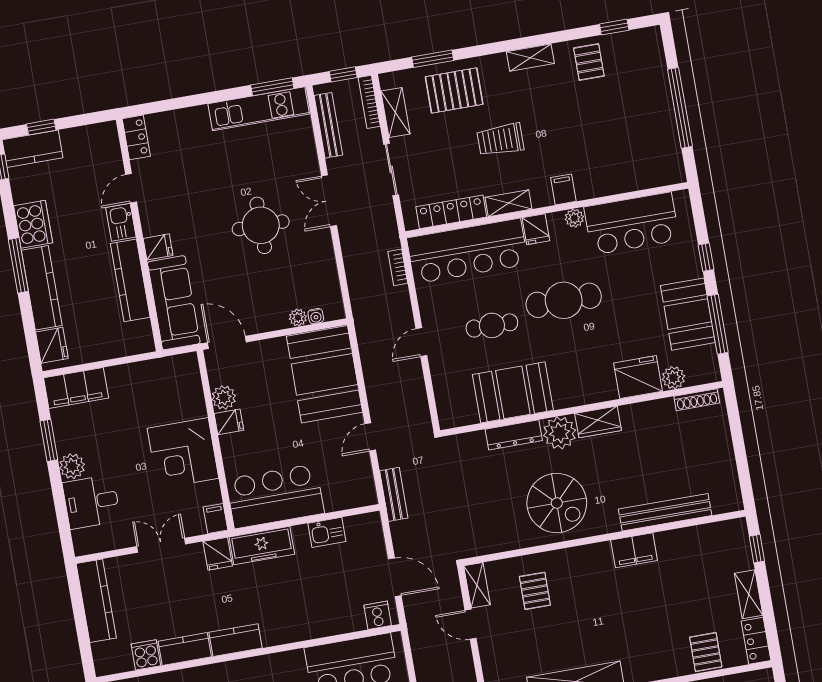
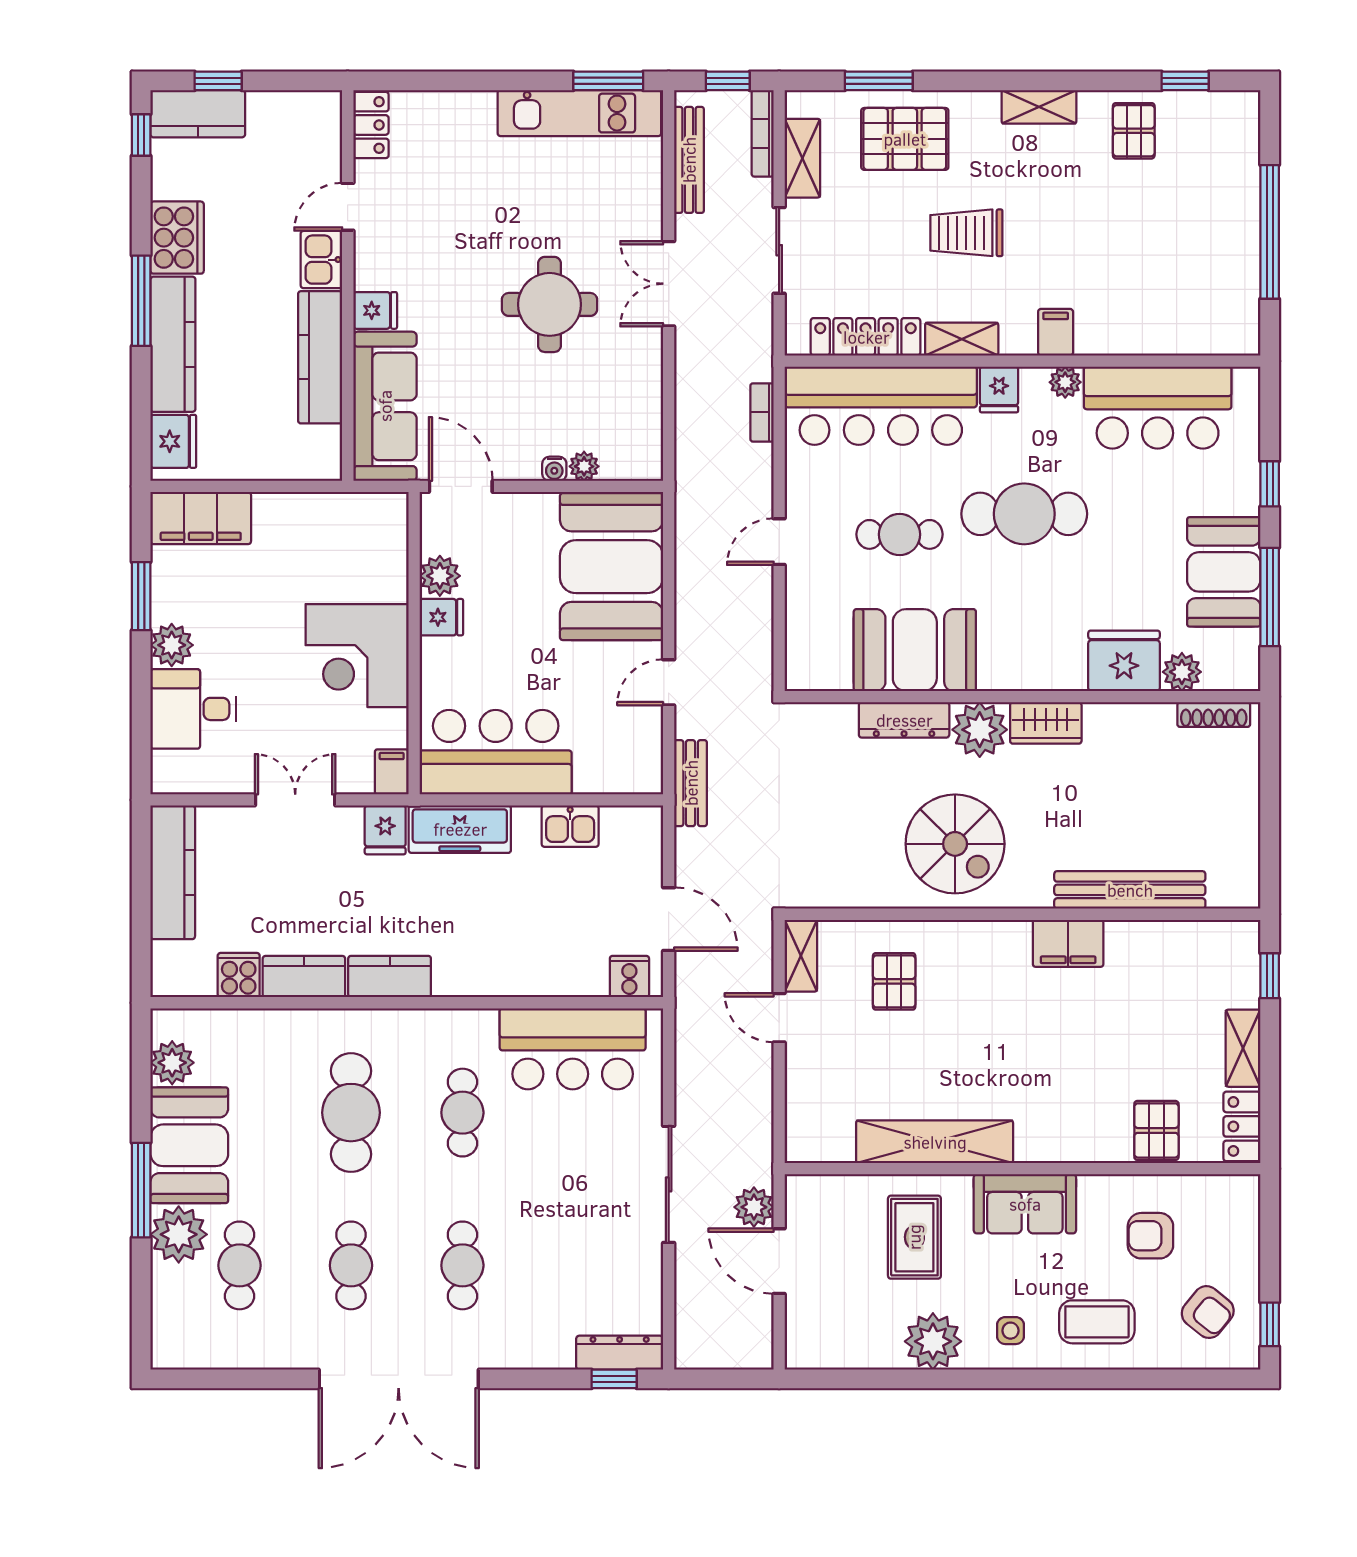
water cooler: (316, 316) -> (554, 469), moved

